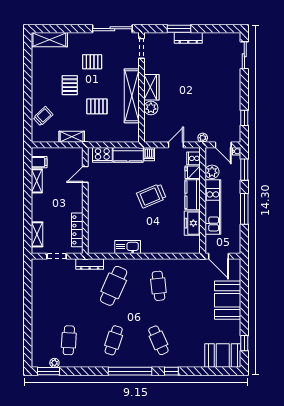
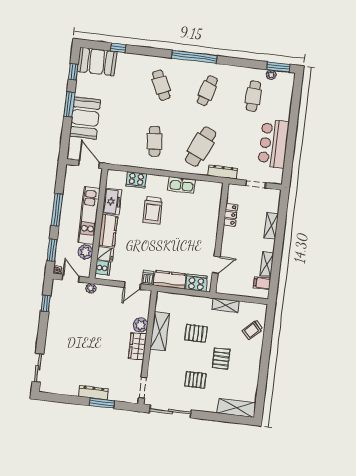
shelving: (132, 96) -> (160, 331), width x0.68
door: (176, 145) -> (132, 286), moved
trolley: (151, 196) -> (153, 210), moved, turned 113
locker: (77, 230) -> (231, 215), width x0.66
shelving: (37, 234) -> (271, 226), moved
cooker: (172, 247) -> (136, 180), added
bar counter: (44, 297) -> (274, 144), added
window: (244, 311) -> (69, 104), added
window: (171, 371) -> (118, 48), moved

